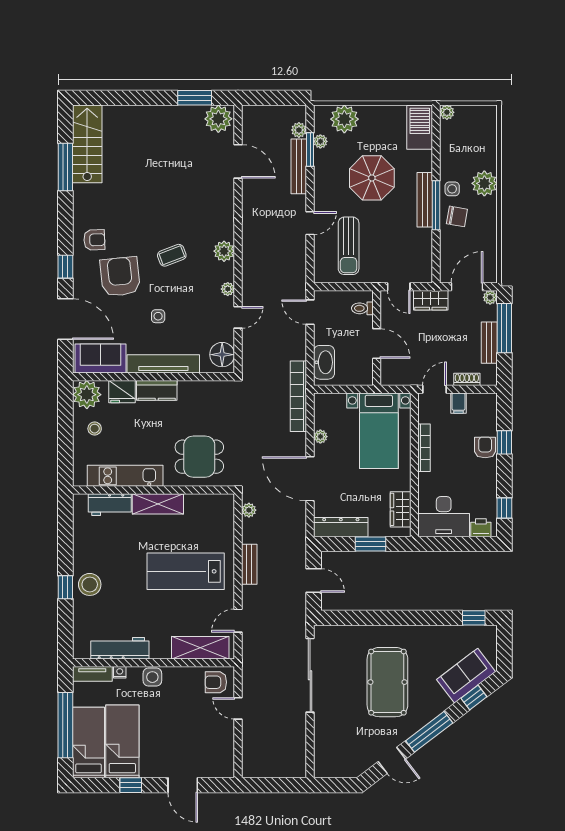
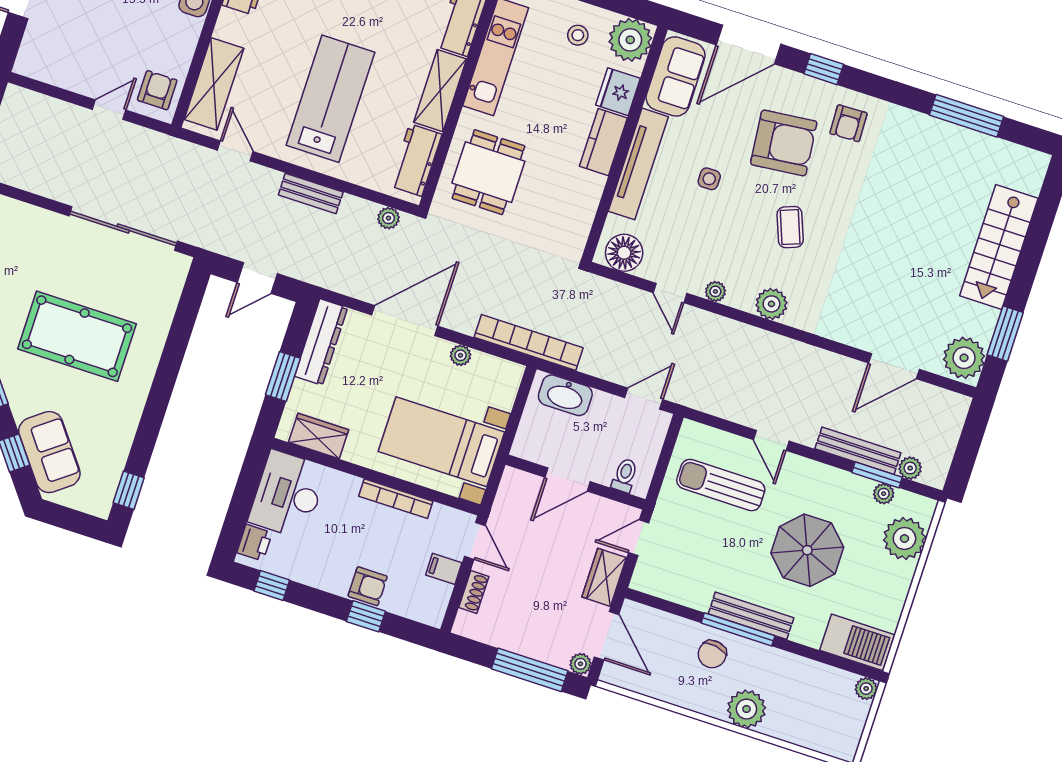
stairs: (87, 144) -> (999, 247), moved, turned 90
side table: (452, 189) -> (754, 660), removed
bench: (489, 343) -> (516, 641), removed
workbench: (207, 505) -> (416, 160), added

